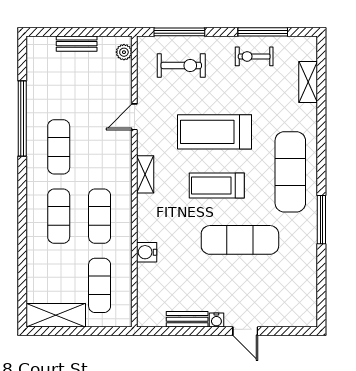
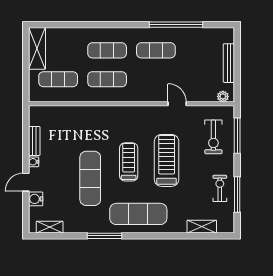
bench: (77, 44) -> (229, 63), width x1.36
shelving: (145, 174) -> (50, 227), moved
water cooler: (147, 252) -> (36, 199), moved, turned -90

